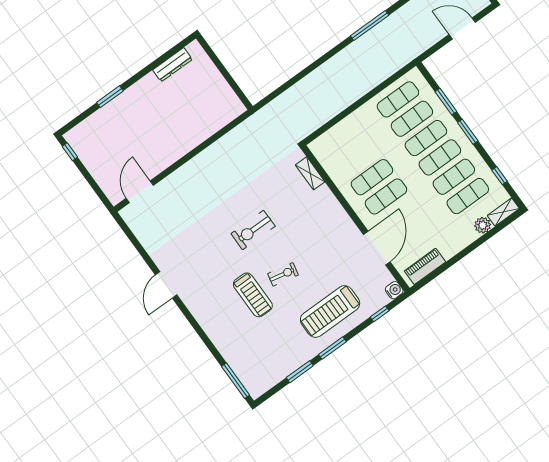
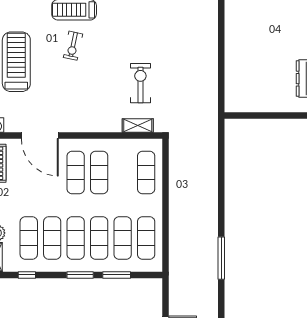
exercise mat: (344, 138) -> (146, 173), added
exercise bike: (253, 230) -> (140, 83), moved

